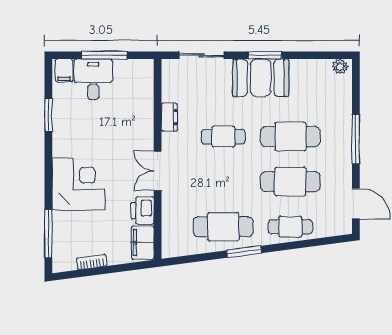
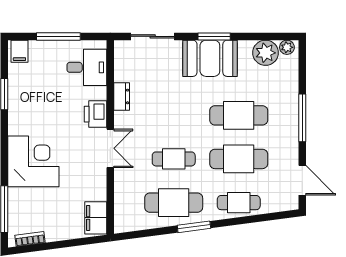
plant: (318, 72) -> (266, 53), added
desk: (93, 79) -> (87, 67), moved, turned 90
cafe table: (223, 137) -> (174, 159), moved
double door: (158, 171) -> (110, 148), swing flipped
printer: (143, 210) -> (96, 114), moved
bookcase: (92, 262) -> (30, 239), moved

